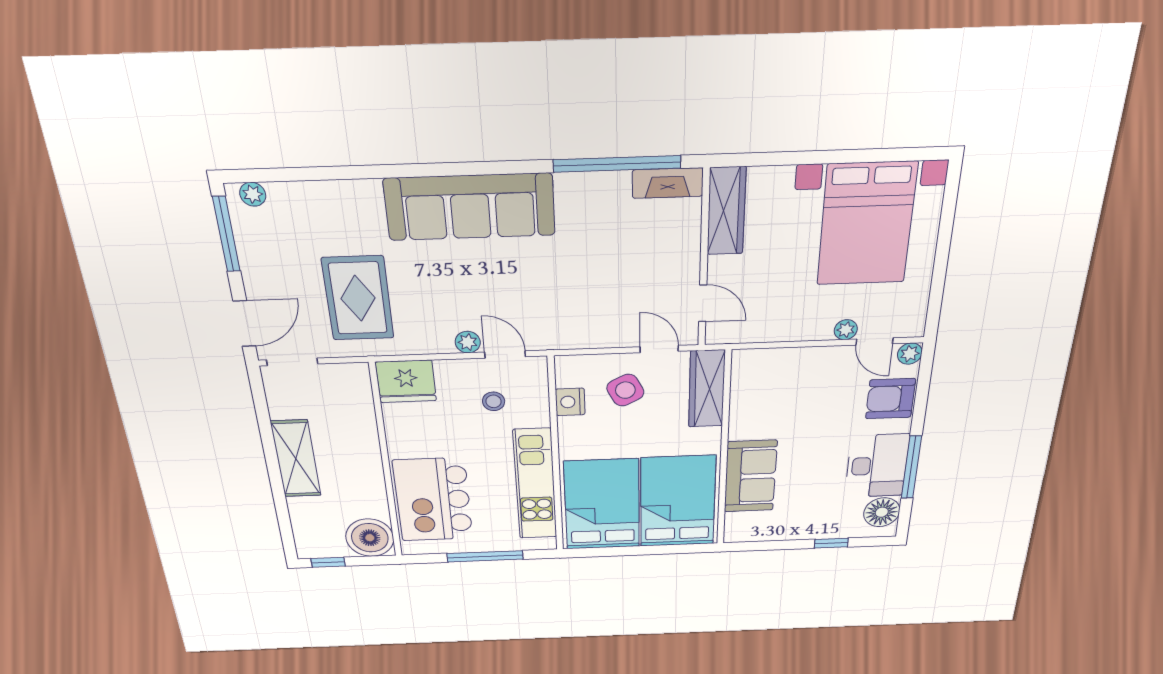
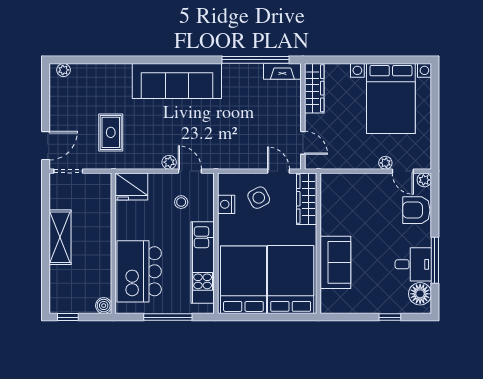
window: (226, 234) -> (46, 92), removed
rug: (358, 298) -> (111, 132), width x0.73, depth x0.70
desk: (877, 466) -> (413, 264), width x0.73
boiler: (370, 538) -> (104, 306), width x0.54, depth x0.54

